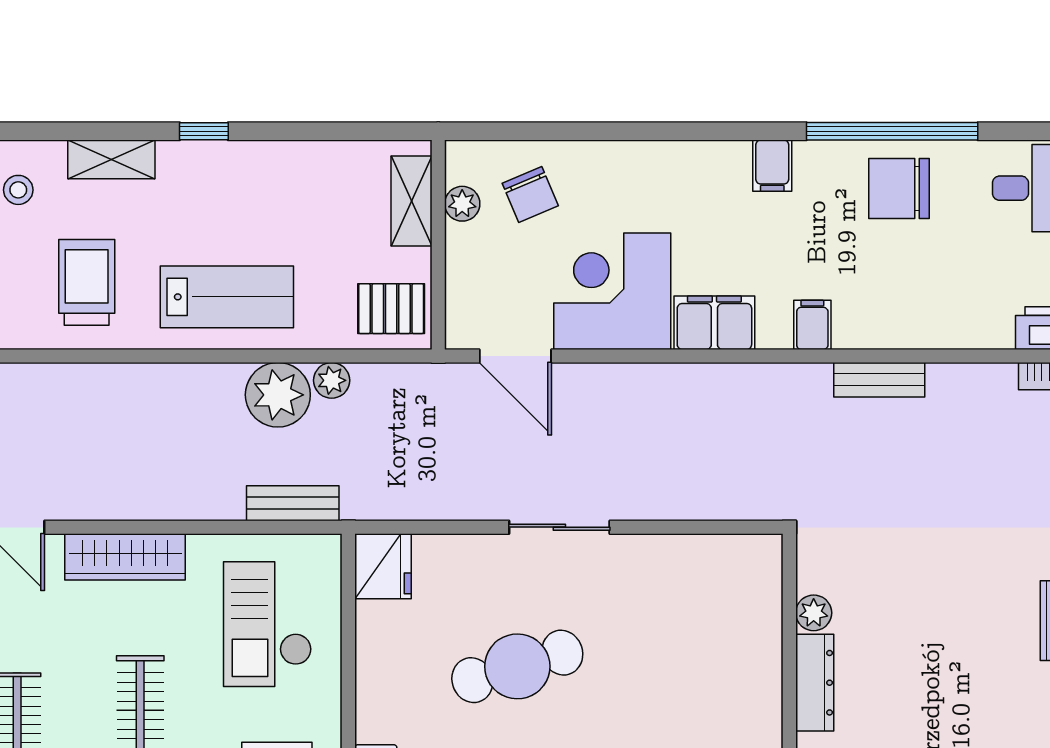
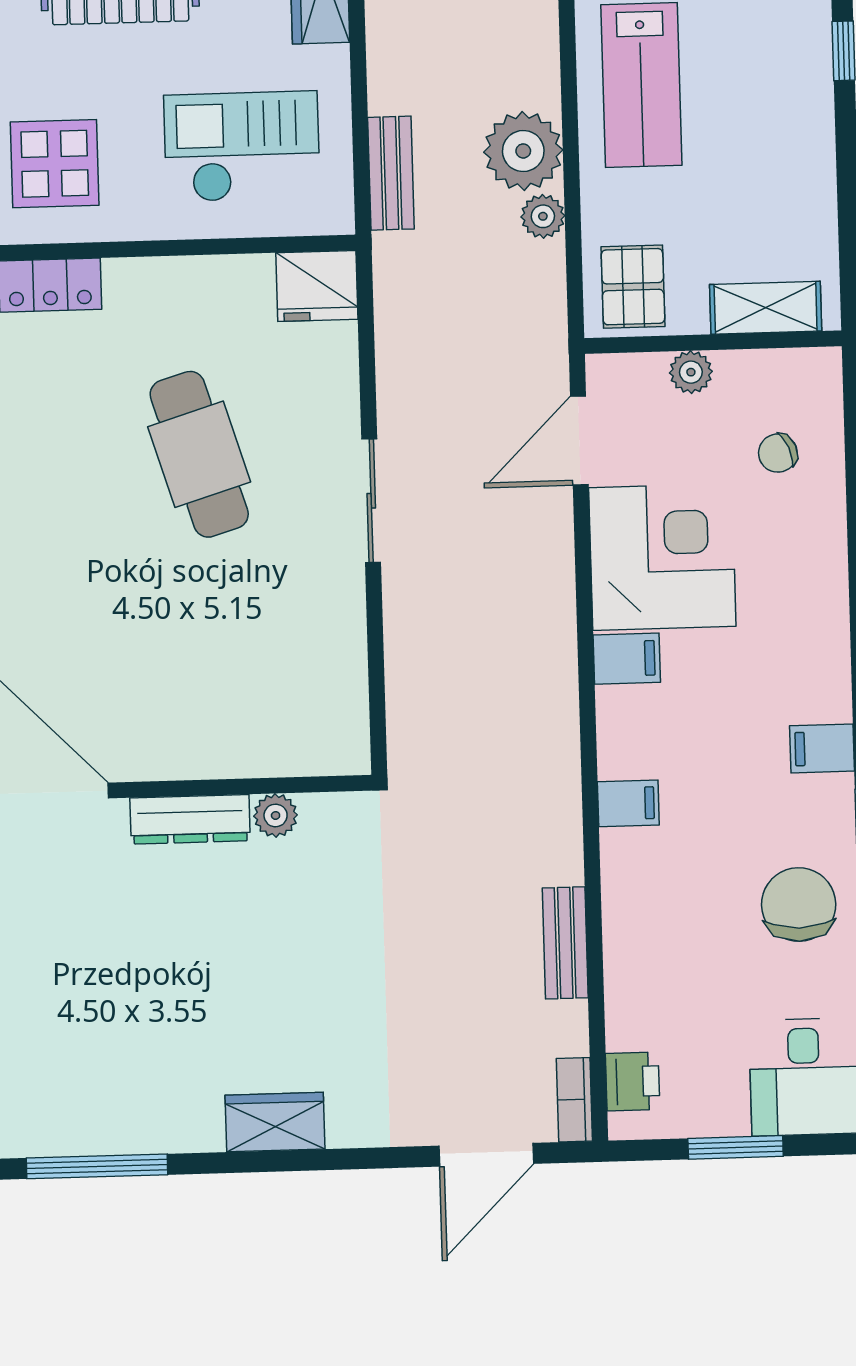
chair: (530, 195) -> (778, 453), width x0.73, depth x0.73
plant: (462, 204) -> (691, 372), moved
filing cabinet: (714, 323) -> (627, 659), width x0.50
bench: (879, 380) -> (565, 943), moved

